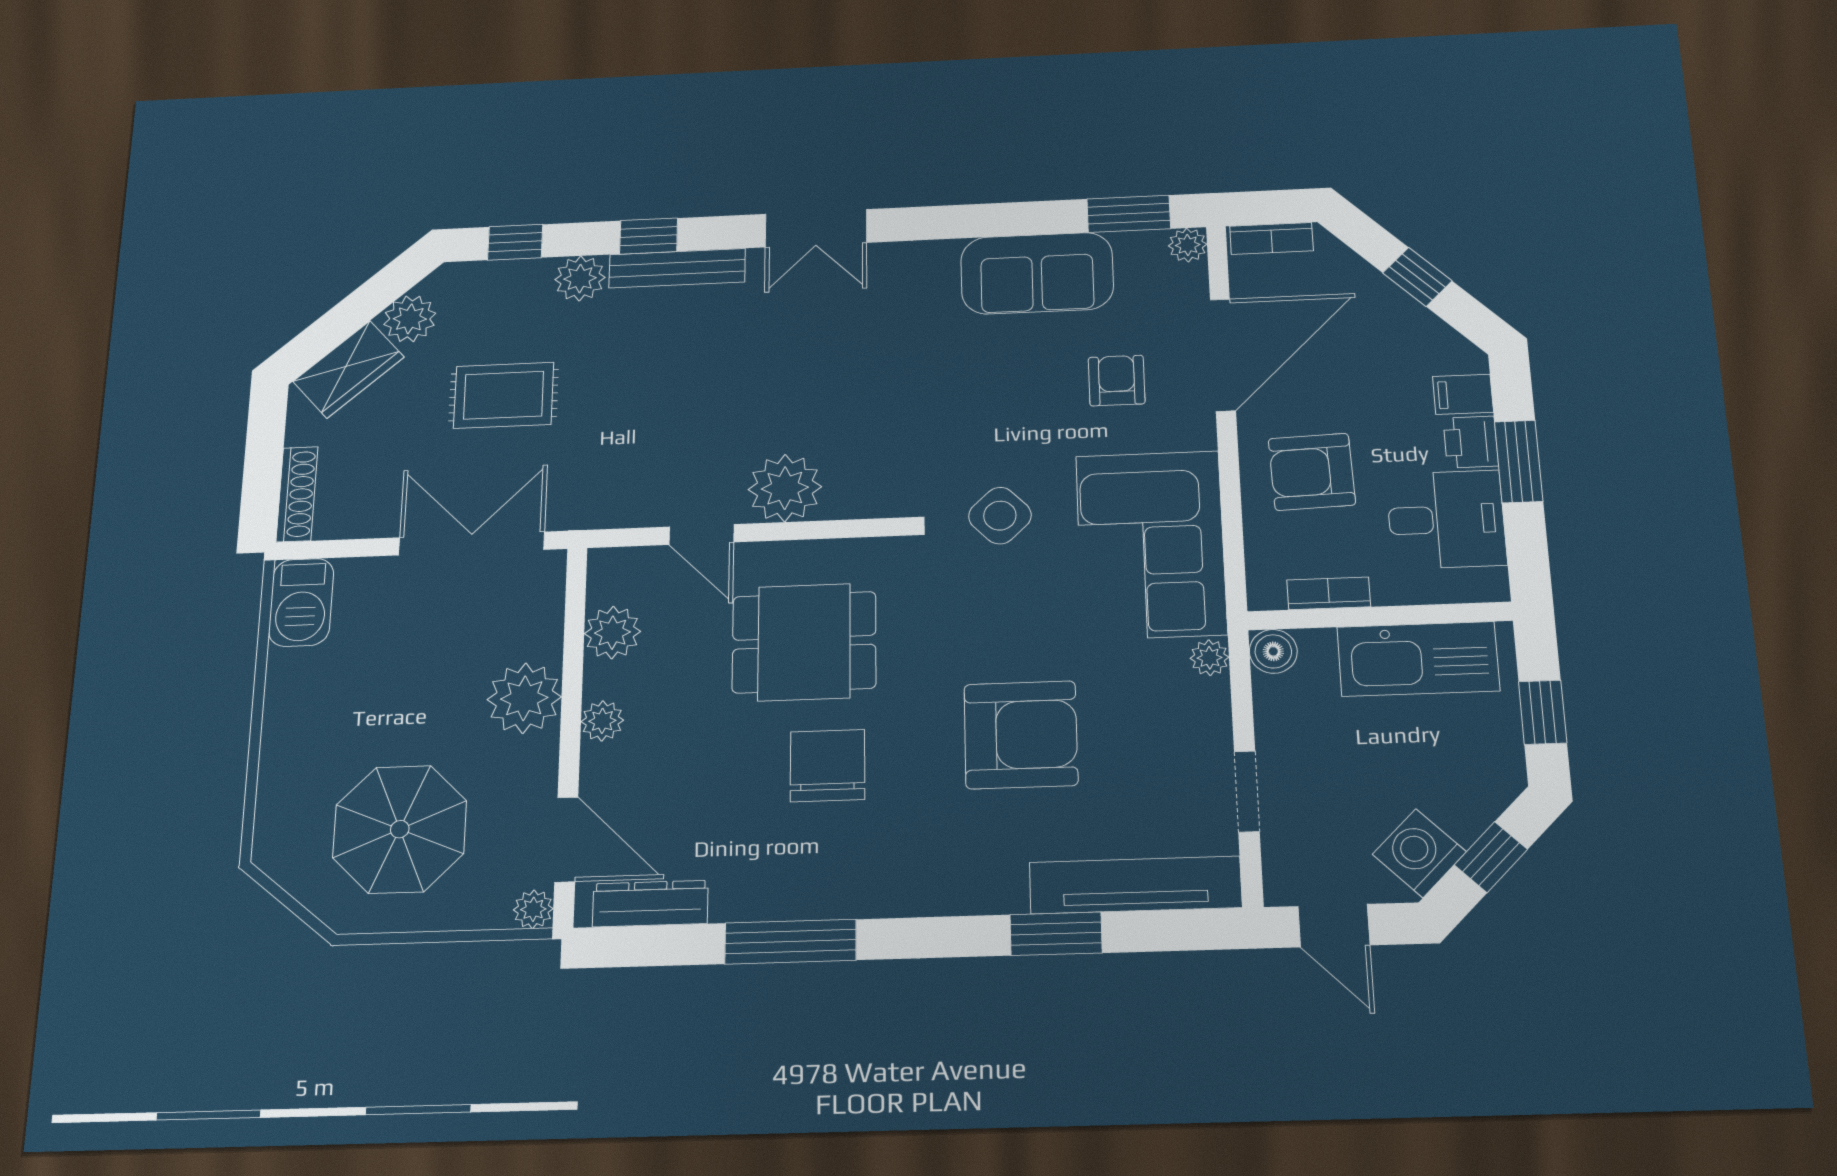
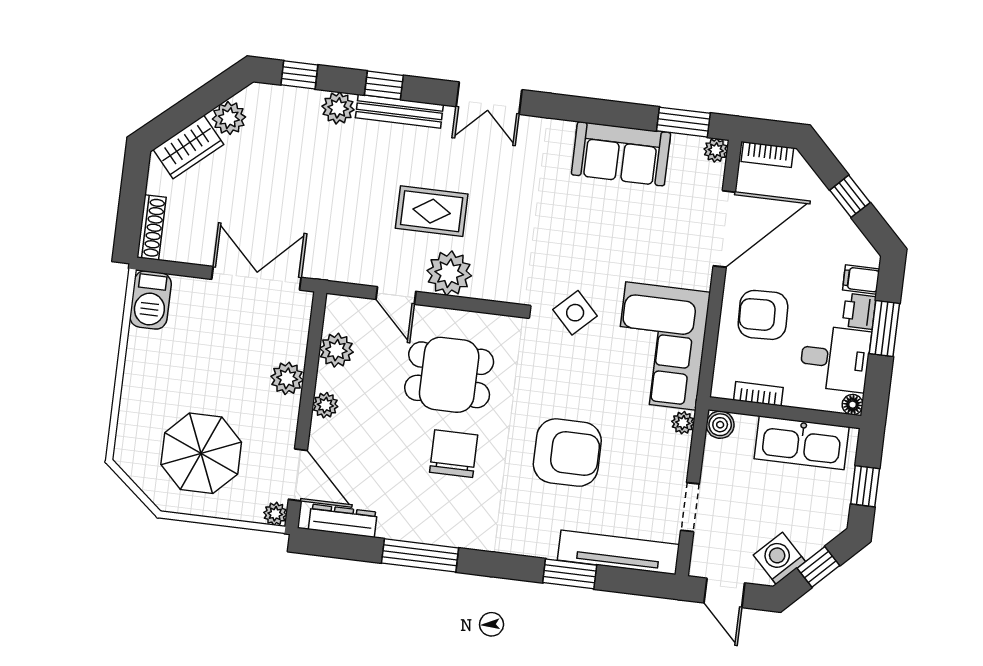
armchair: (1117, 381) -> (658, 235), removed
rug: (504, 395) -> (432, 211), moved
floor lamp: (1492, 586) -> (853, 405), added
plant: (524, 698) -> (287, 378), width x0.73, depth x0.73

